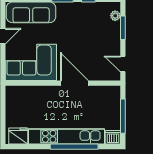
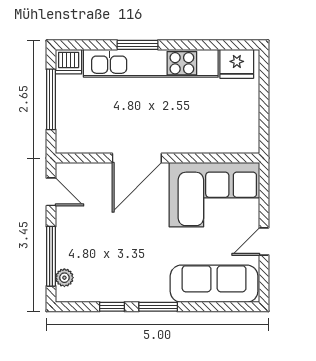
window: (123, 28) -> (51, 256), width x1.44
door: (74, 83) -> (137, 158), hinge flipped
window: (74, 147) -> (137, 45), width x0.47

